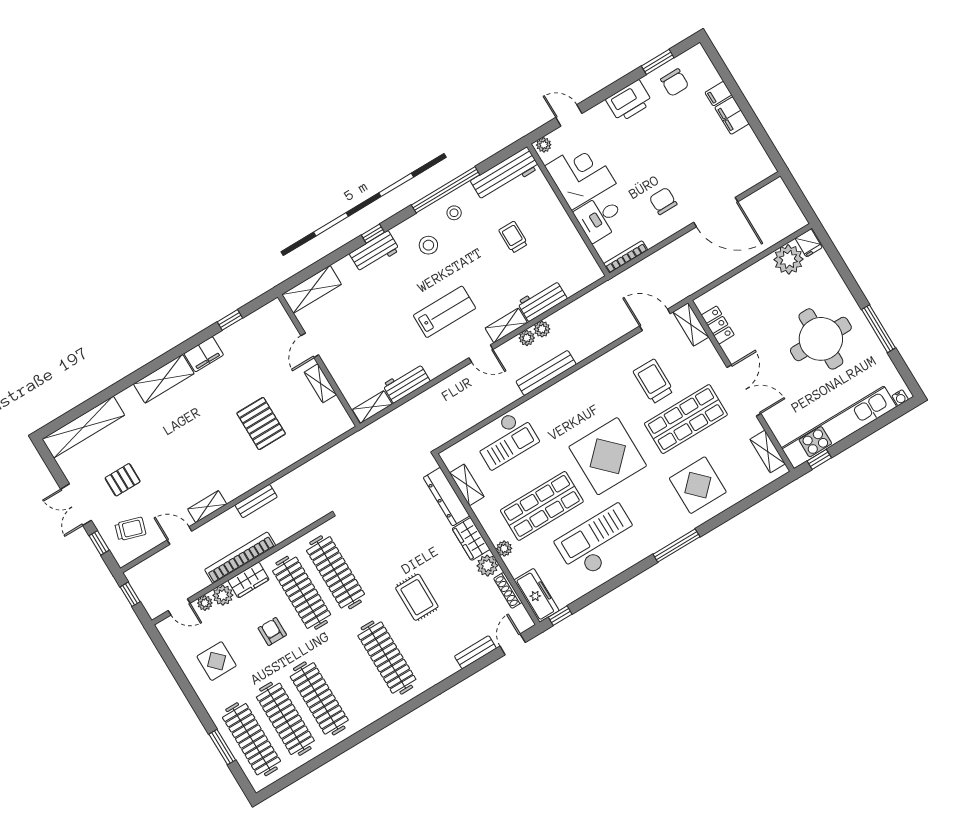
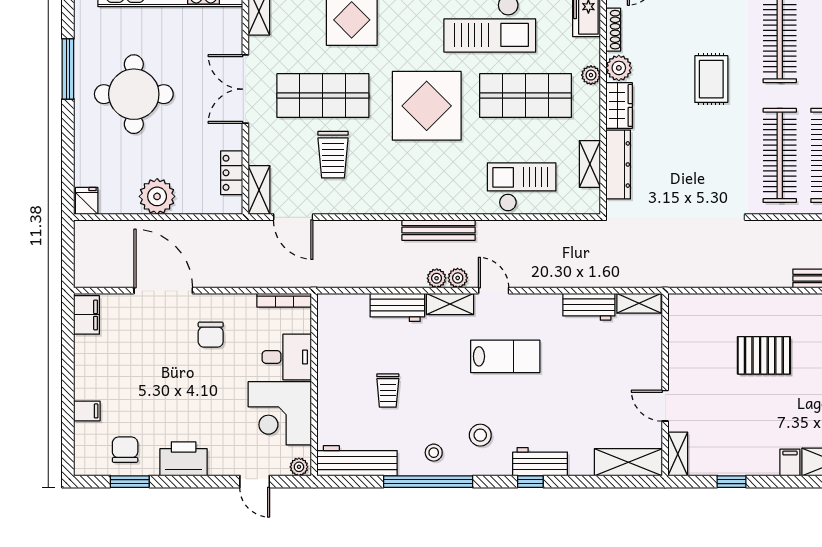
filing cabinet: (732, 116) -> (87, 315), moved
plant: (788, 259) -> (157, 196), moved
lab bench: (444, 312) -> (505, 356), turned 180
plant: (542, 329) -> (458, 278), moved
door: (310, 345) -> (665, 406), swing flipped
filing cabinet: (204, 354) -> (790, 462), width x0.50
shelving: (320, 383) -> (678, 454), moved
pallet: (261, 424) -> (764, 355), turned 90

